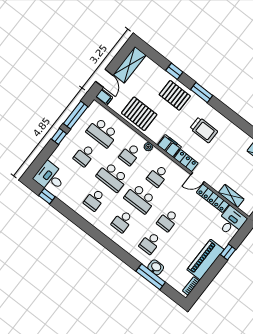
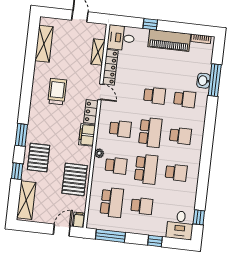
shelving: (130, 65) -> (26, 200), moved, turned 90
trolley: (204, 130) -> (57, 92), moved
window: (59, 136) -> (155, 241), moved

